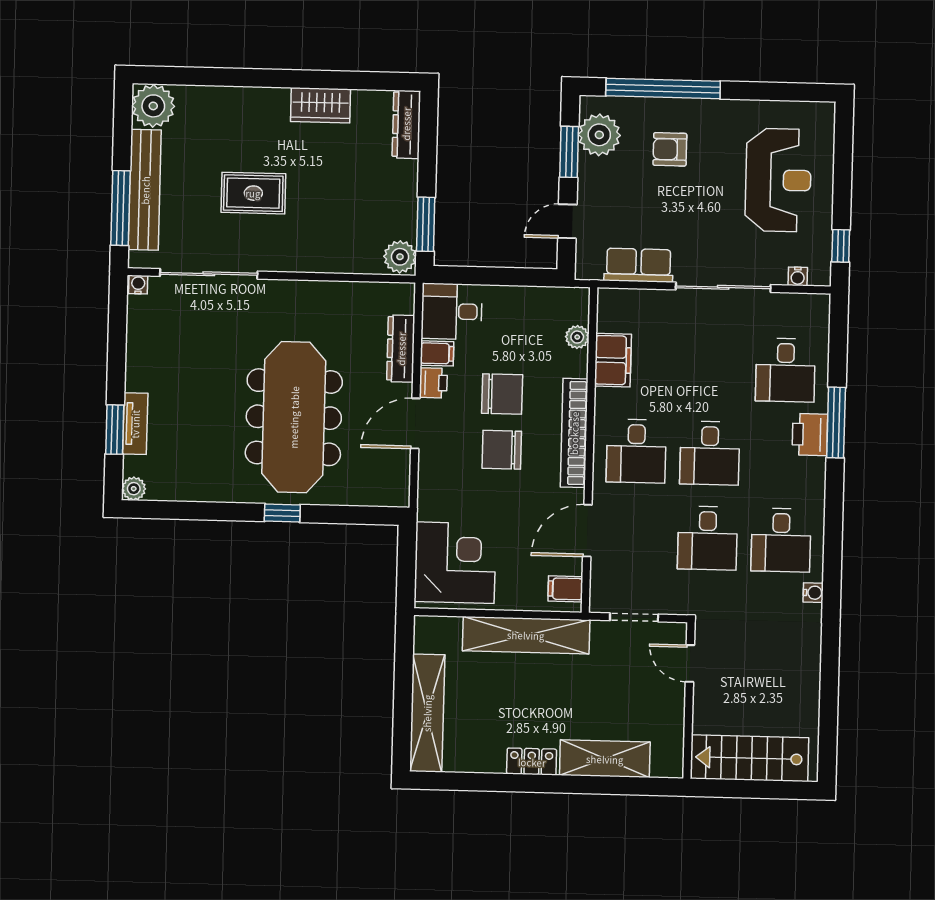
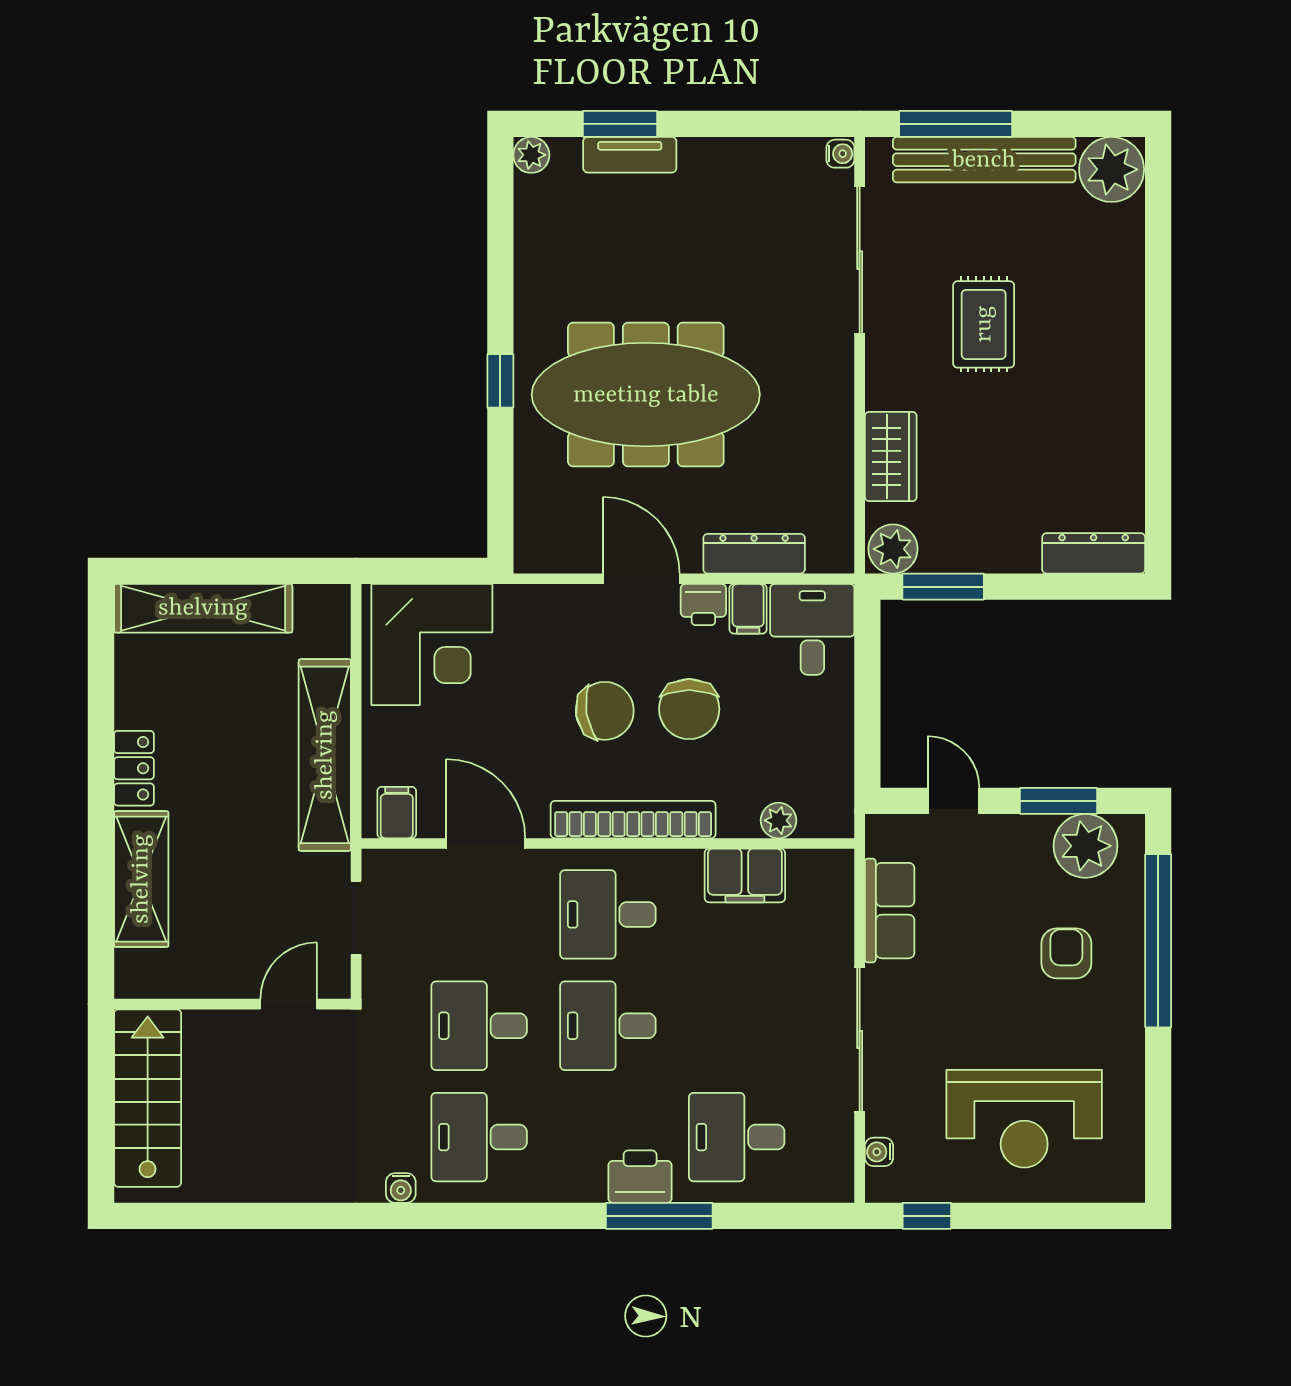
wardrobe: (320, 105) -> (891, 457), moved, turned 180
chair: (502, 450) -> (605, 711), turned 81

